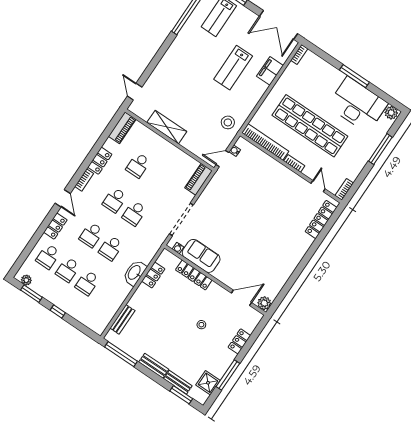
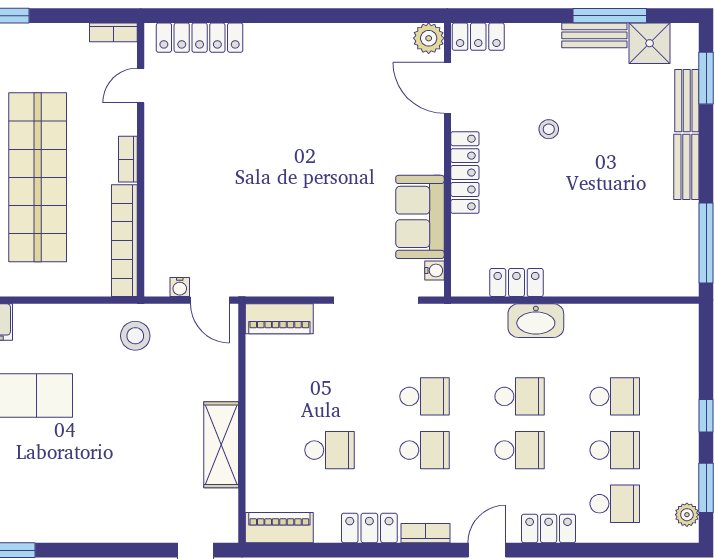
locker: (194, 275) -> (465, 173), moved
bench: (122, 319) -> (594, 35), moved
locker: (239, 341) -> (478, 37), moved

